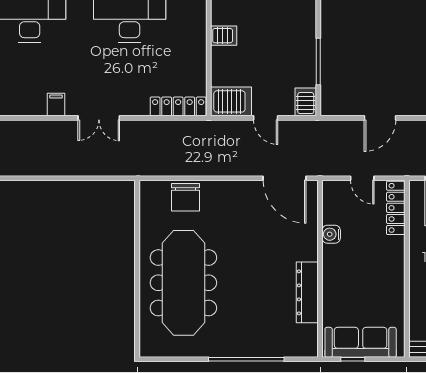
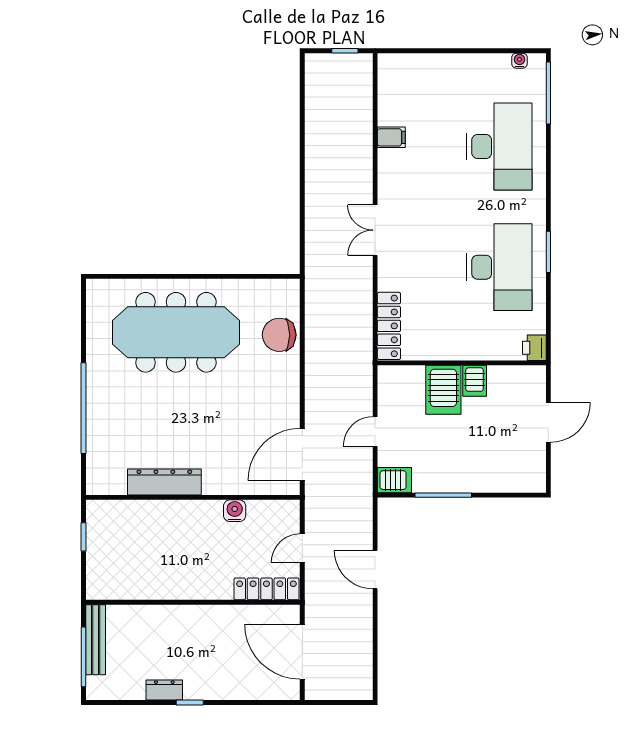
server rack: (231, 101) -> (443, 390), moved
filing cabinet: (56, 105) -> (391, 137), moved
sofa: (361, 342) -> (104, 546), removed

